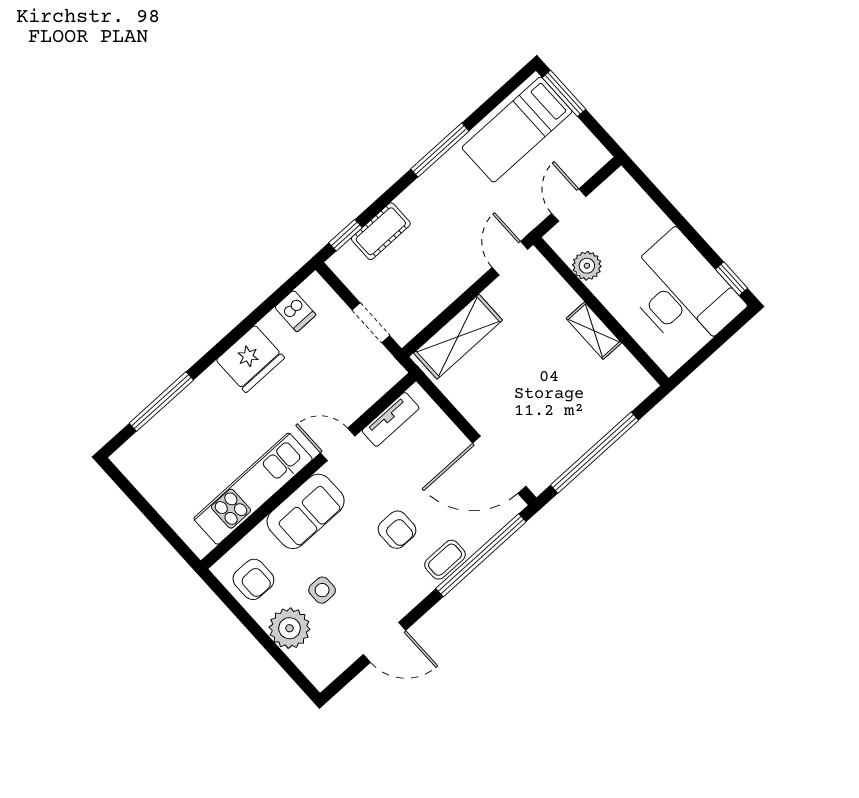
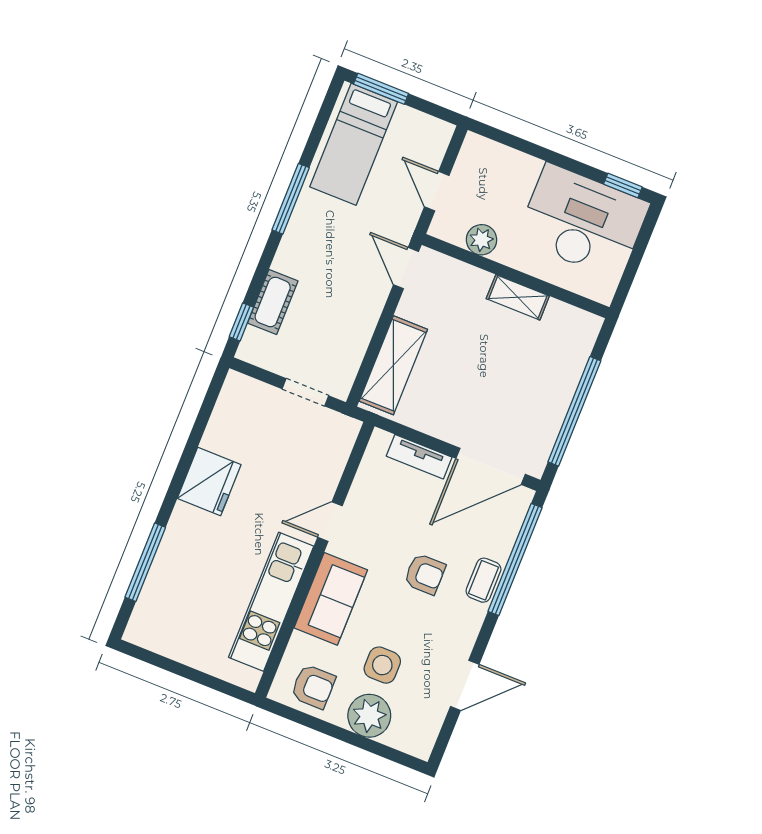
dishwasher: (295, 311) -> (229, 416), removed
tv unit: (391, 419) -> (419, 457), moved, turned 90
side table: (322, 590) -> (382, 665), width x1.37, depth x1.37

